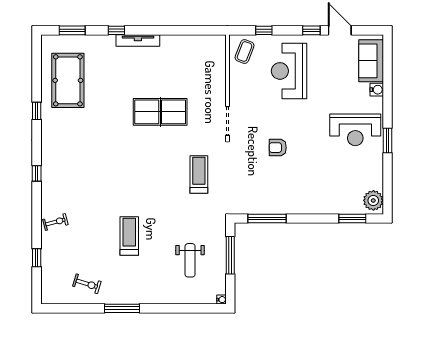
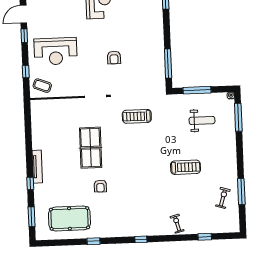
armchair: (109, 123) -> (100, 186), added
treadmill: (129, 236) -> (185, 167), turned 180
window: (122, 308) -> (241, 191), moved
window: (192, 308) -> (238, 117), added

